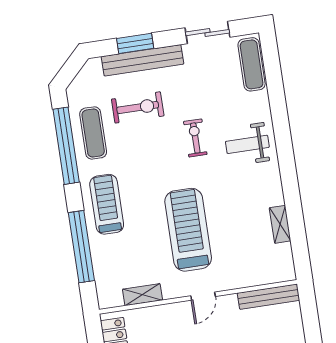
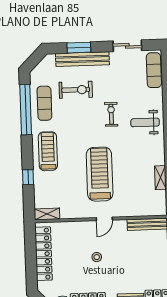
window: (81, 247) -> (28, 177), width x0.32
shelving: (142, 295) -> (47, 214), moved

